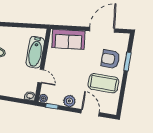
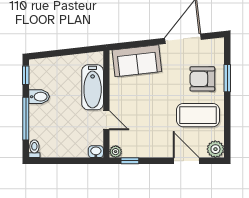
plant: (69, 101) -> (215, 149), moved

